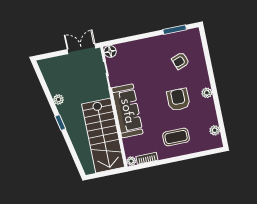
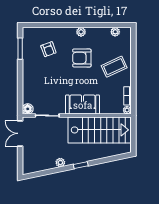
sofa: (127, 111) -> (83, 105), width x0.73
coffee table: (176, 137) -> (114, 67), turned 65

